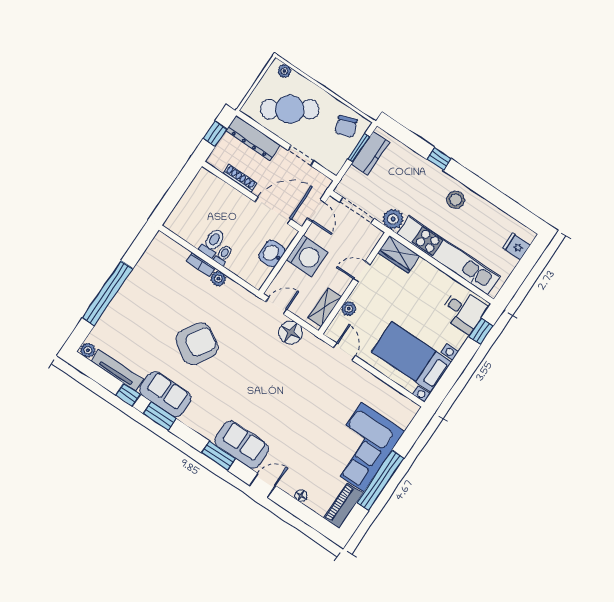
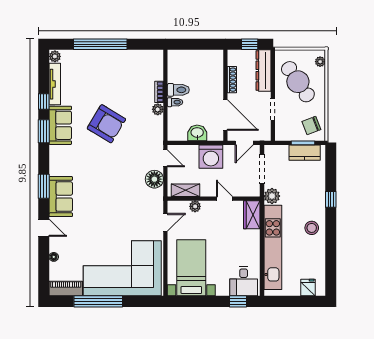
corner sofa: (363, 447) -> (122, 268), width x1.36, depth x1.36

